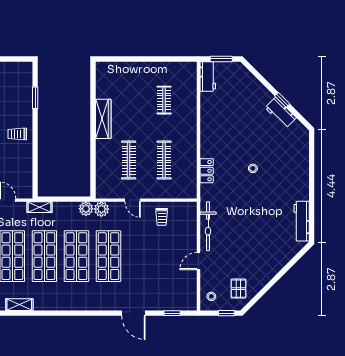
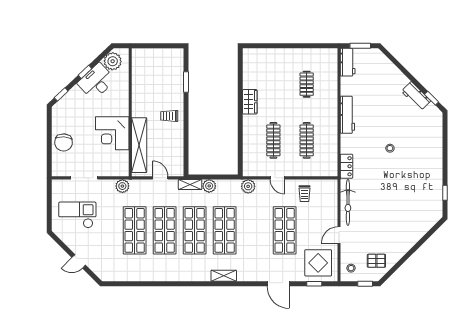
window: (282, 100) -> (432, 98), moved
wardrobe: (103, 119) -> (250, 102), width x0.67
locker: (207, 171) -> (347, 166), moved
plant: (86, 209) -> (209, 186), moved
window: (312, 216) -> (445, 193), added
workbench: (302, 221) -> (347, 115), moved, turned 180
shop shelf: (108, 256) -> (285, 230), moved
pallet: (238, 289) -> (376, 261), turned 90
display table: (176, 291) -> (318, 263), added
shelving: (19, 305) -> (224, 276), moved

